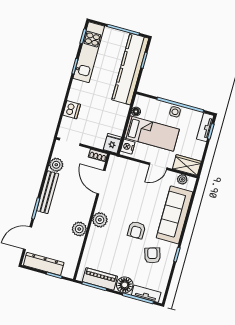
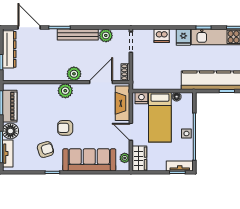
fridge: (112, 143) -> (183, 37), moved, turned 90
fireplace: (128, 167) -> (122, 103), added
plant: (79, 229) -> (74, 74), moved

